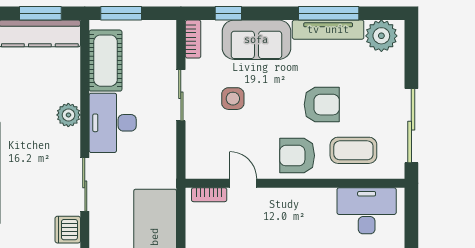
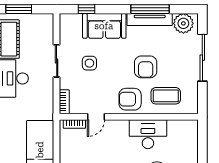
bookcase: (193, 39) -> (64, 102), moved
armchair: (322, 105) -> (146, 67), turned 90
sliding door: (411, 126) -> (202, 58), moved
door: (243, 183) -> (96, 117), swing flipped
desk: (367, 211) -> (148, 134), moved

